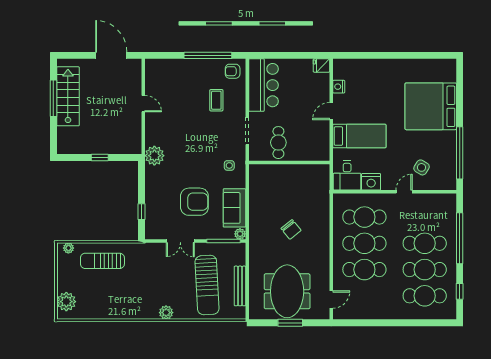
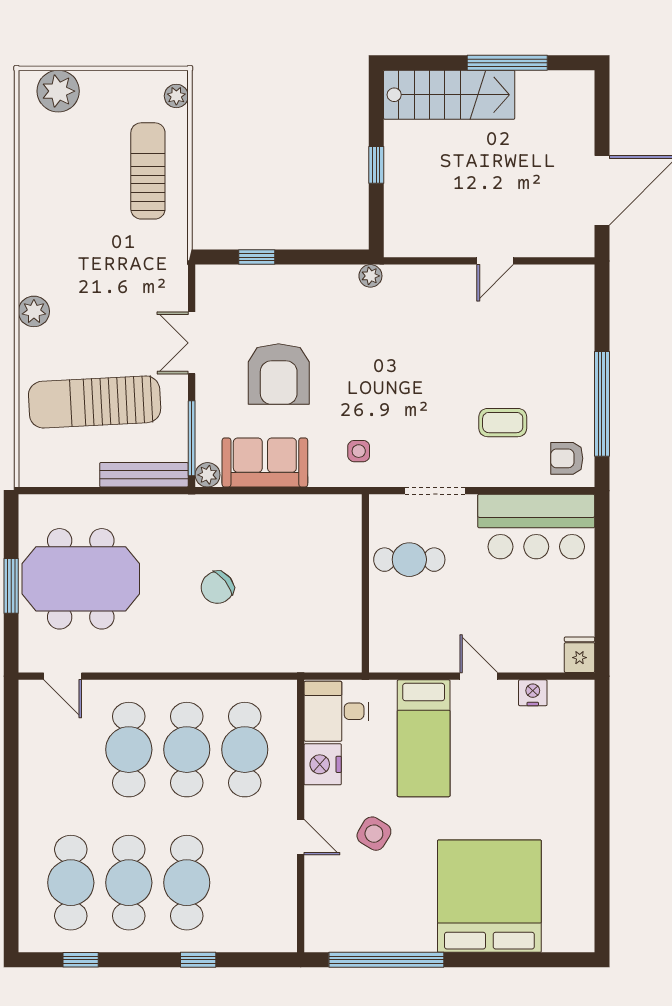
armchair: (233, 71) -> (567, 458), turned -90
stairs: (68, 96) -> (449, 95), moved
plant: (154, 156) -> (370, 276), width x0.53, depth x0.53
side table: (422, 167) -> (374, 834), moved
window: (460, 238) -> (198, 960), width x0.32
bench: (240, 286) -> (144, 475), moved

